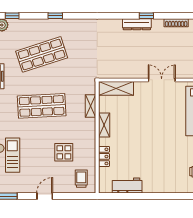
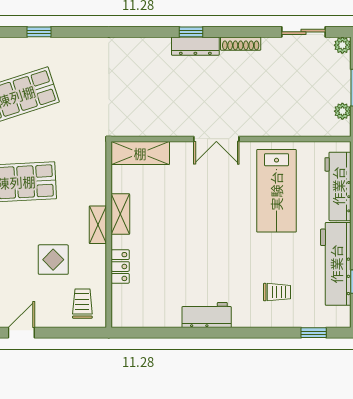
dresser: (137, 24) -> (195, 46), moved
double door: (162, 80) -> (216, 139), swing flipped
shelving: (91, 106) -> (98, 225), moved
workbench: (127, 186) -> (207, 315), moved

